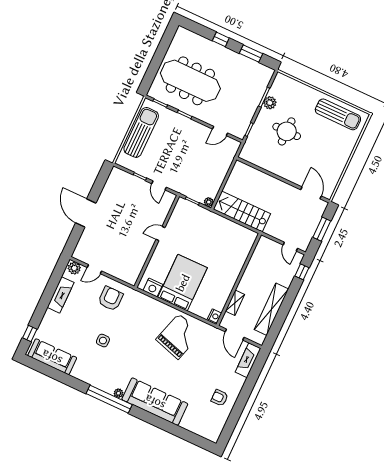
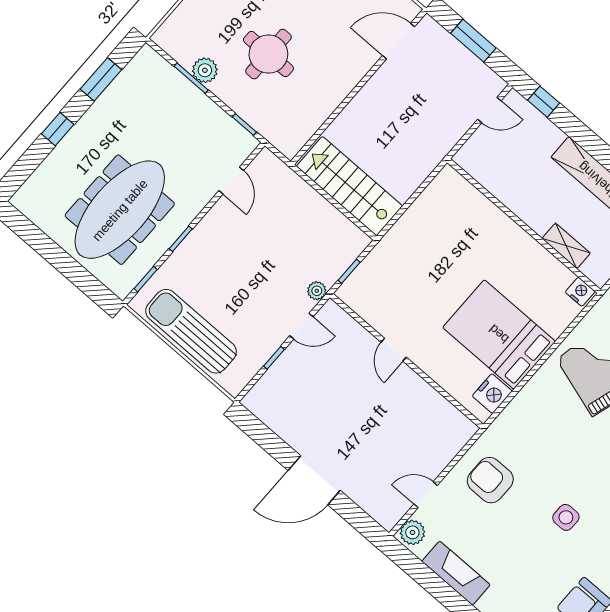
plant: (209, 202) -> (317, 291), moved
stairs: (242, 212) -> (349, 186), moved, turned 90
door: (94, 269) -> (426, 495), swing flipped

